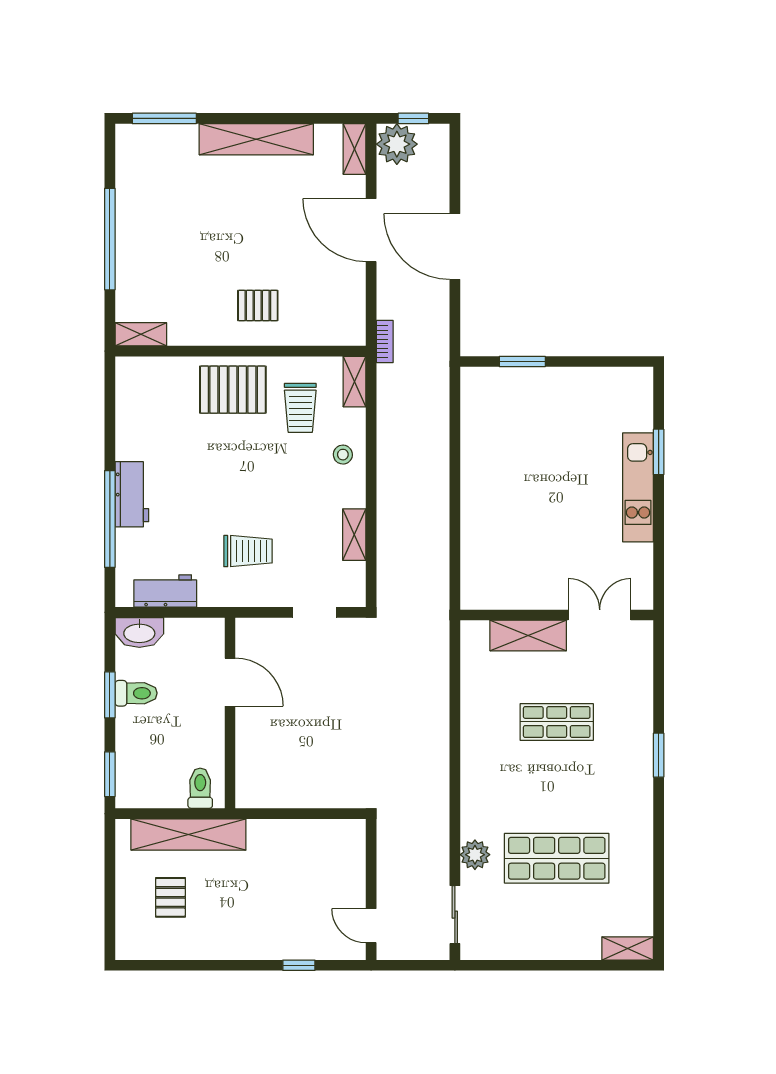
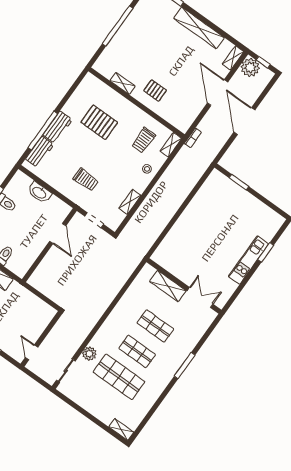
shelving: (141, 334) -> (123, 83), moved
pallet: (233, 390) -> (99, 122), moved
workbench: (165, 591) -> (40, 152), moved, turned 90
washbasin: (139, 632) -> (39, 192), moved
door: (230, 682) -> (58, 233), moved
wall: (230, 713) -> (49, 245), moved
window: (659, 755) -> (185, 366), width x1.44
shop shelf: (557, 790) -> (137, 351), added

